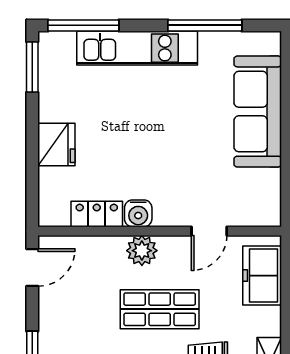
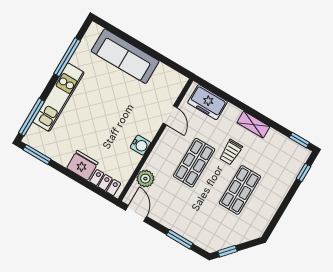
locker: (97, 214) -> (105, 183), moved, turned 90
plant: (142, 251) -> (145, 179), moved

